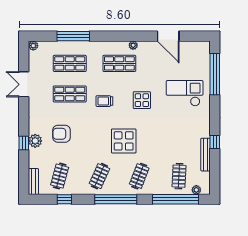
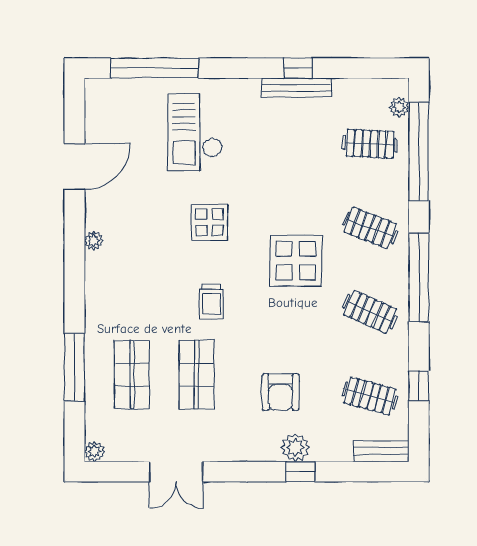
shop shelf: (119, 63) -> (132, 270), removed
bench: (206, 155) -> (297, 88), moved

